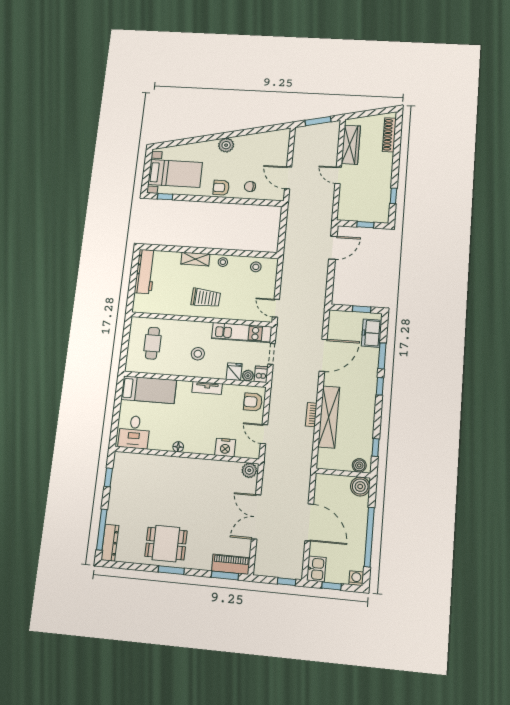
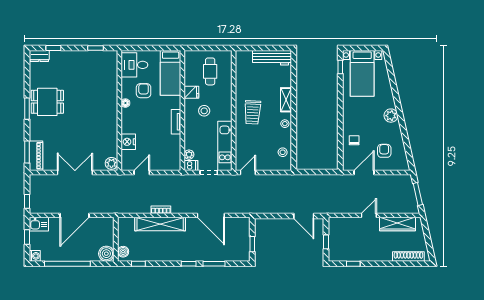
armchair: (221, 188) -> (384, 151), moved
freezer: (372, 333) -> (233, 254), removed
cafe table: (152, 343) -> (210, 71), turned 90
fridge: (234, 372) -> (191, 92), moved
armchair: (253, 402) -> (144, 91), moved
window: (102, 530) -> (53, 48), width x0.46
dresser: (110, 543) -> (39, 56), width x0.70
dining table: (166, 544) -> (47, 102), turned 90

